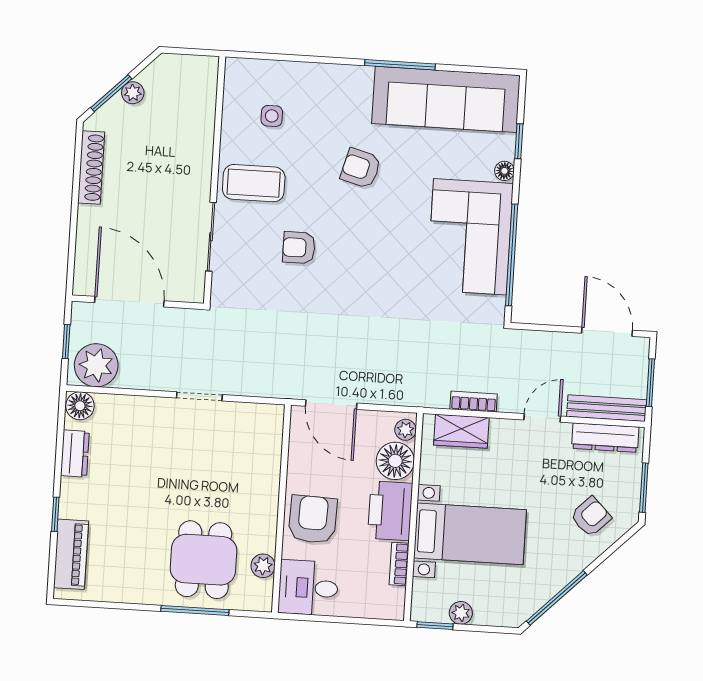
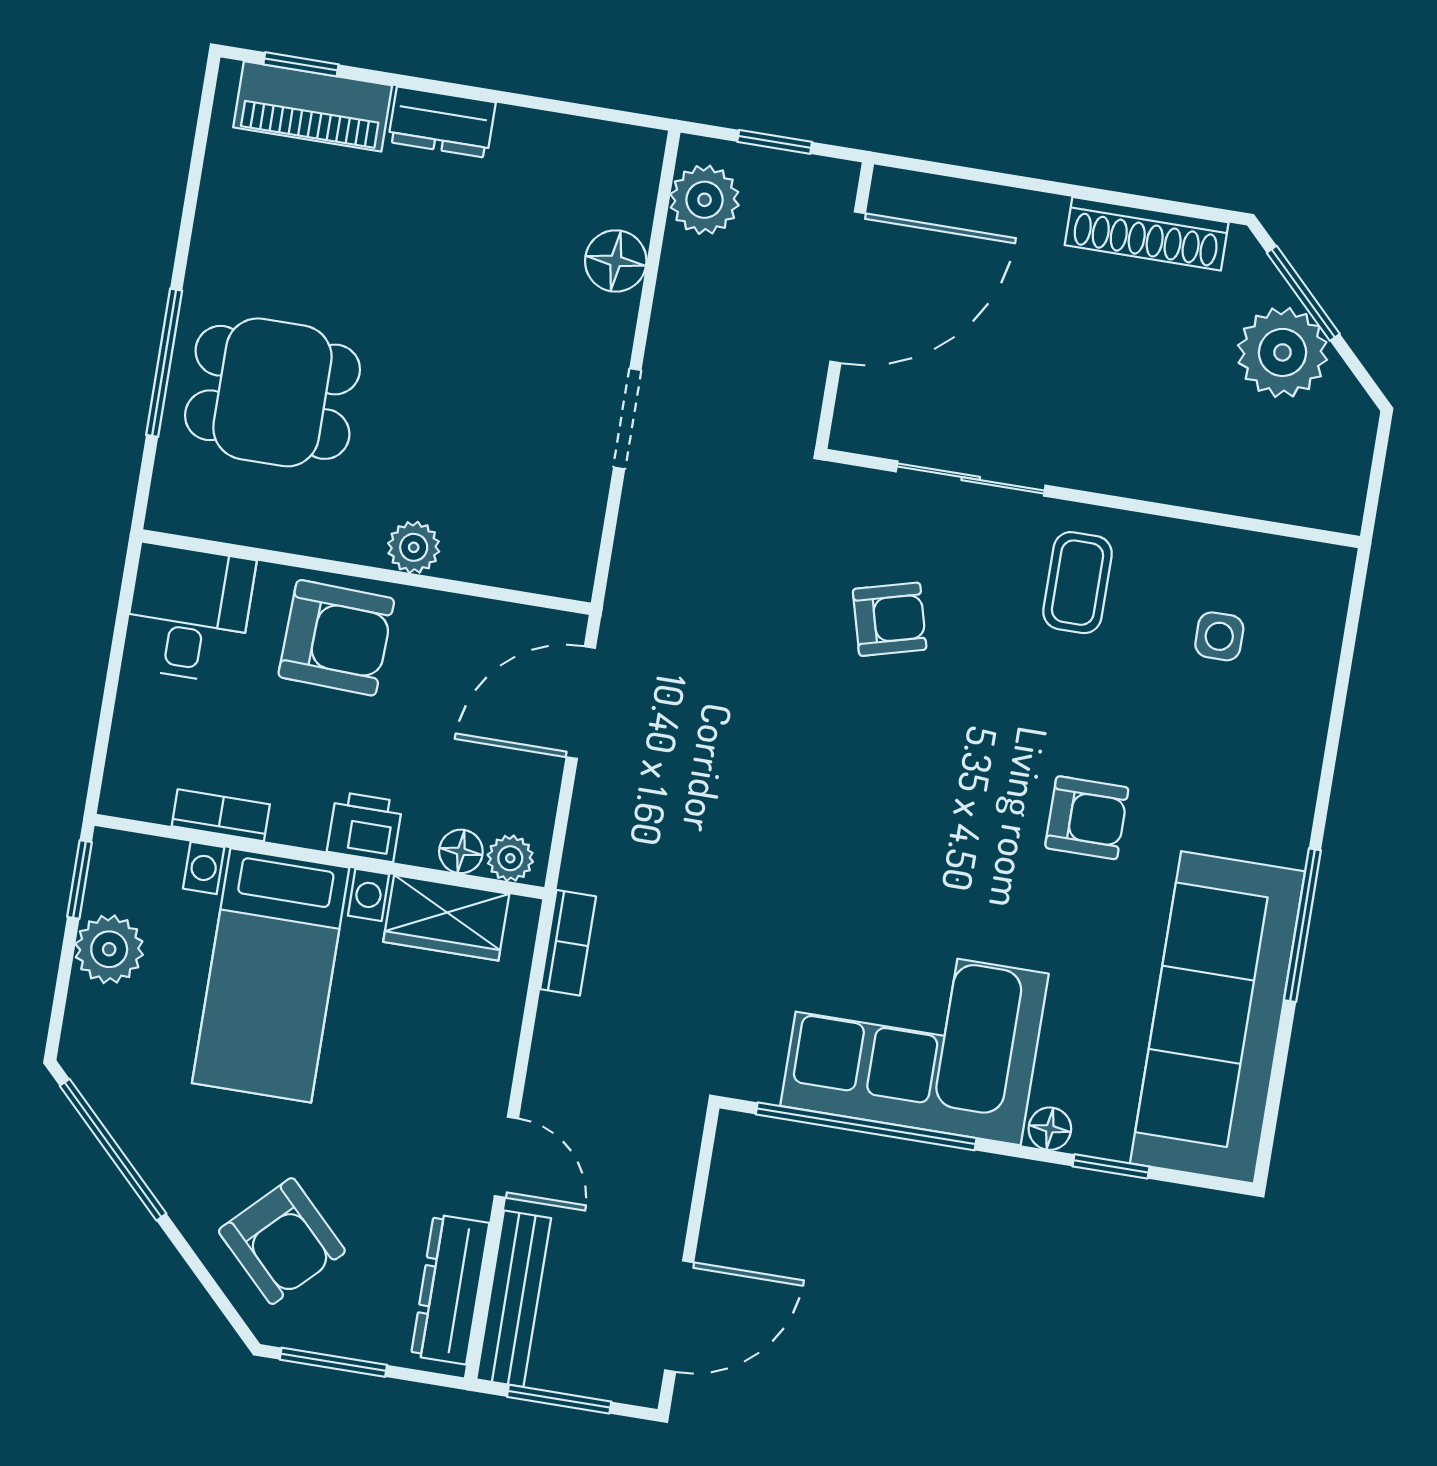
plant: (133, 93) -> (1282, 352), width x1.88, depth x1.88
armchair: (361, 168) -> (1087, 818), turned 75
coffee table: (254, 183) -> (1077, 583), width x0.73, depth x0.77
armchair: (299, 248) -> (890, 619), moved, turned 75
plant: (96, 365) -> (705, 200), width x0.73, depth x0.73
bookcase: (474, 402) -> (568, 943), moved
floor lamp: (80, 406) -> (616, 261), moved
wardrobe: (461, 431) -> (446, 918), moved, turned -90
dresser: (75, 454) -> (442, 122), moved
floor lamp: (395, 461) -> (461, 851), width x0.53, depth x0.53
printer: (390, 511) -> (365, 827), width x0.53, depth x0.68
window: (55, 514) -> (301, 64), moved
armchair: (591, 517) -> (282, 1241), width x1.38, depth x1.38
plant: (263, 566) -> (414, 547), moved
plant: (461, 613) -> (109, 949), width x1.38, depth x1.38

